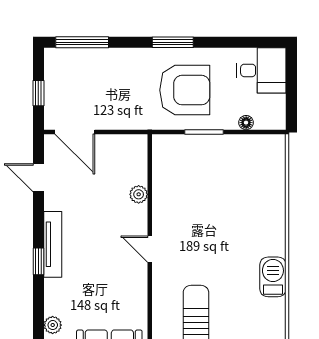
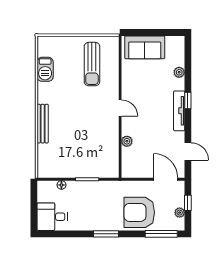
plant: (52, 77) -> (180, 213), added
armchair: (185, 90) -> (139, 212), moved
bench: (277, 223) -> (43, 124), added
barbecue: (273, 277) -> (45, 69), moved
plant: (53, 325) -> (179, 72), moved

